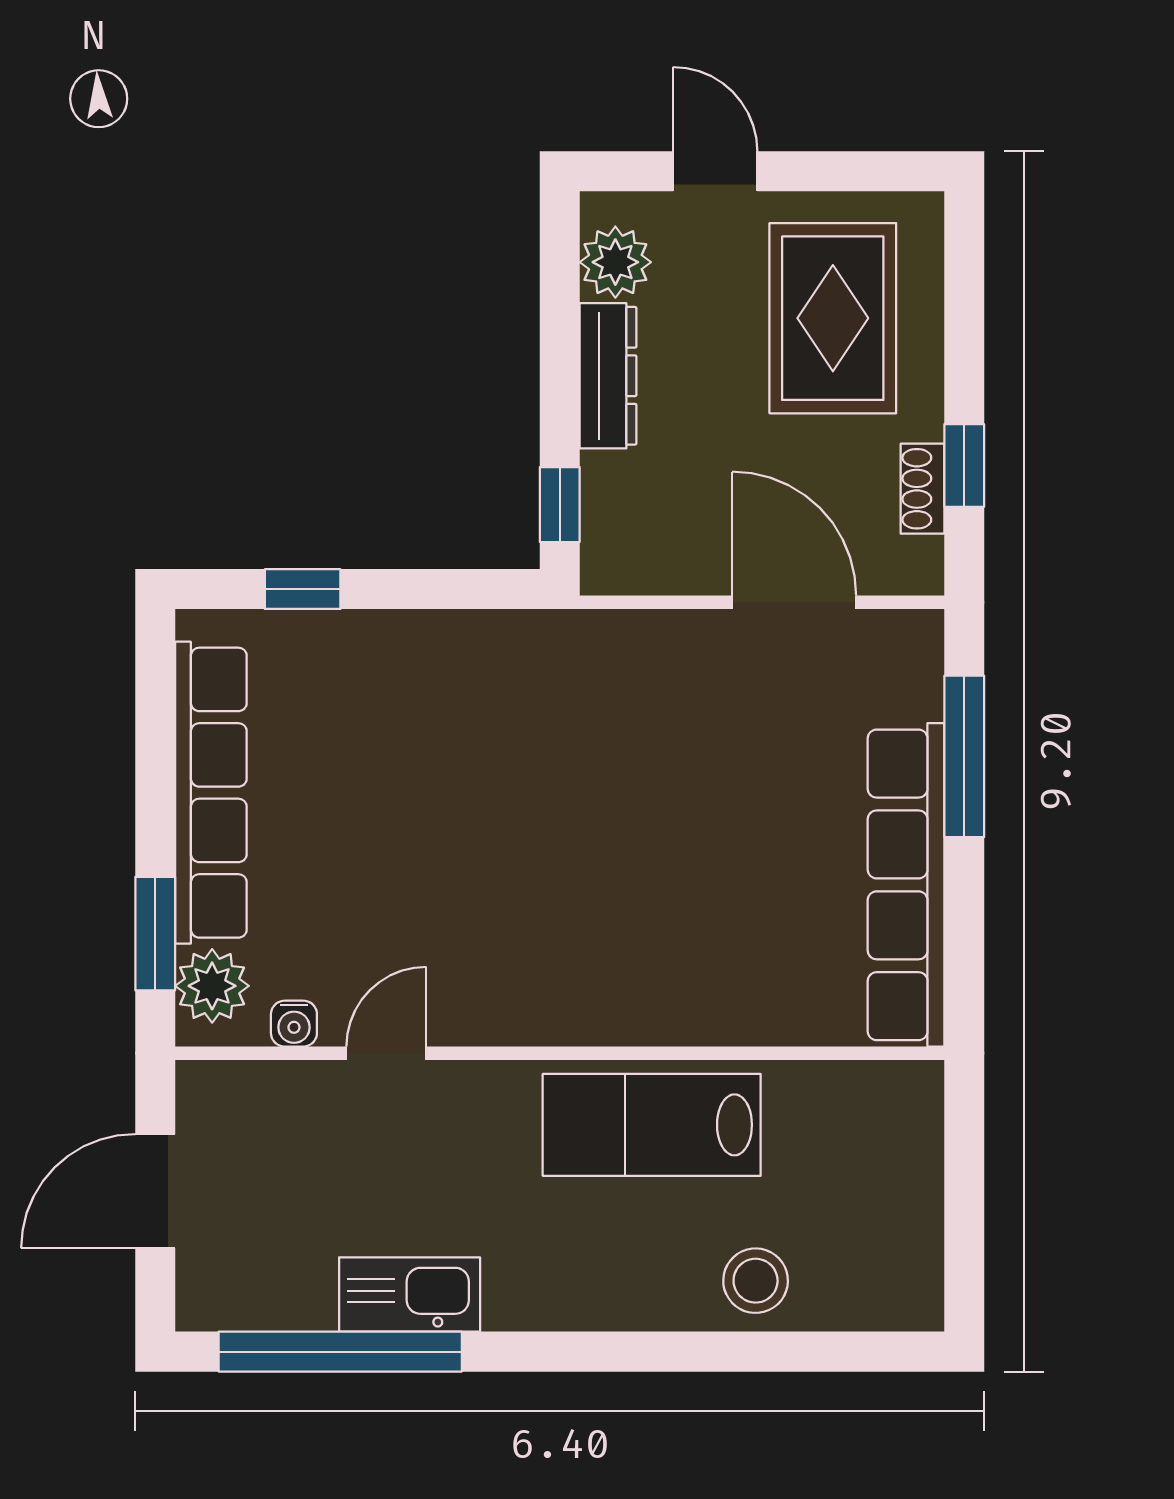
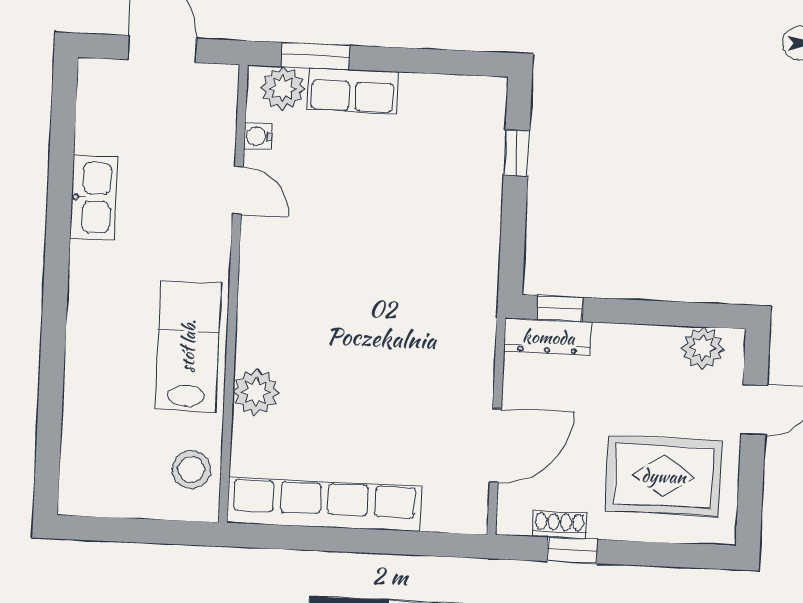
dresser: (608, 376) -> (548, 337), moved
window: (964, 756) -> (399, 542), removed
row of seats: (211, 793) -> (352, 91), width x0.50
plant: (723, 1008) -> (256, 392), added
stool: (756, 1281) -> (191, 470), moved
window: (340, 1352) -> (62, 155), removed

